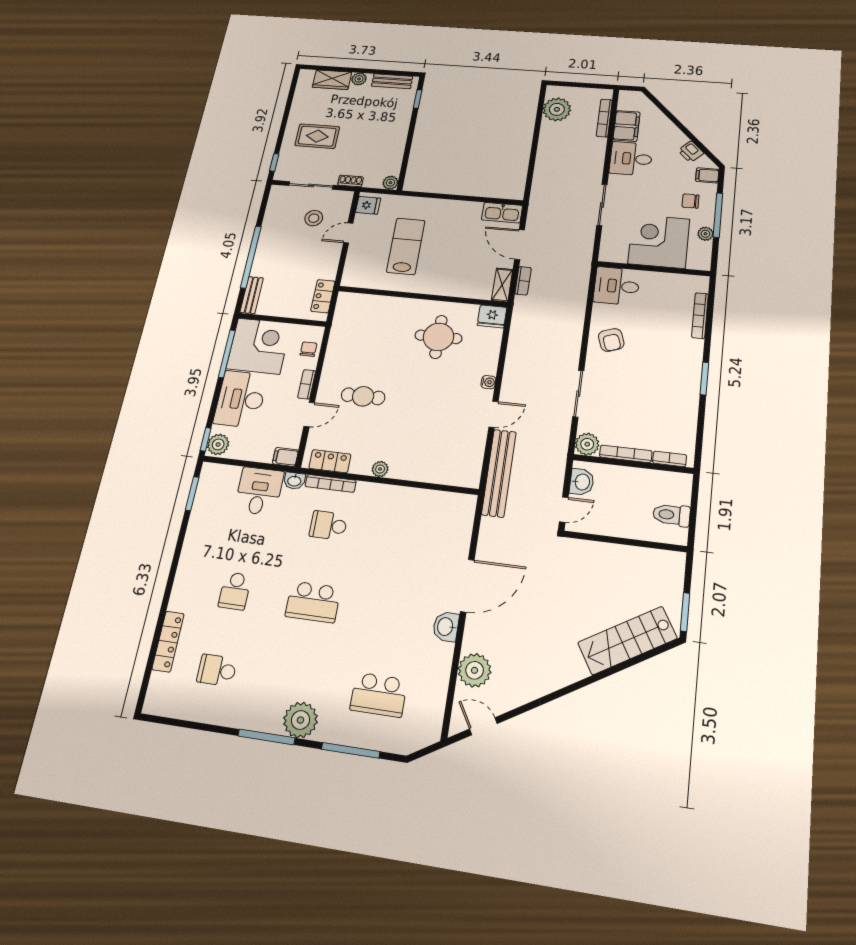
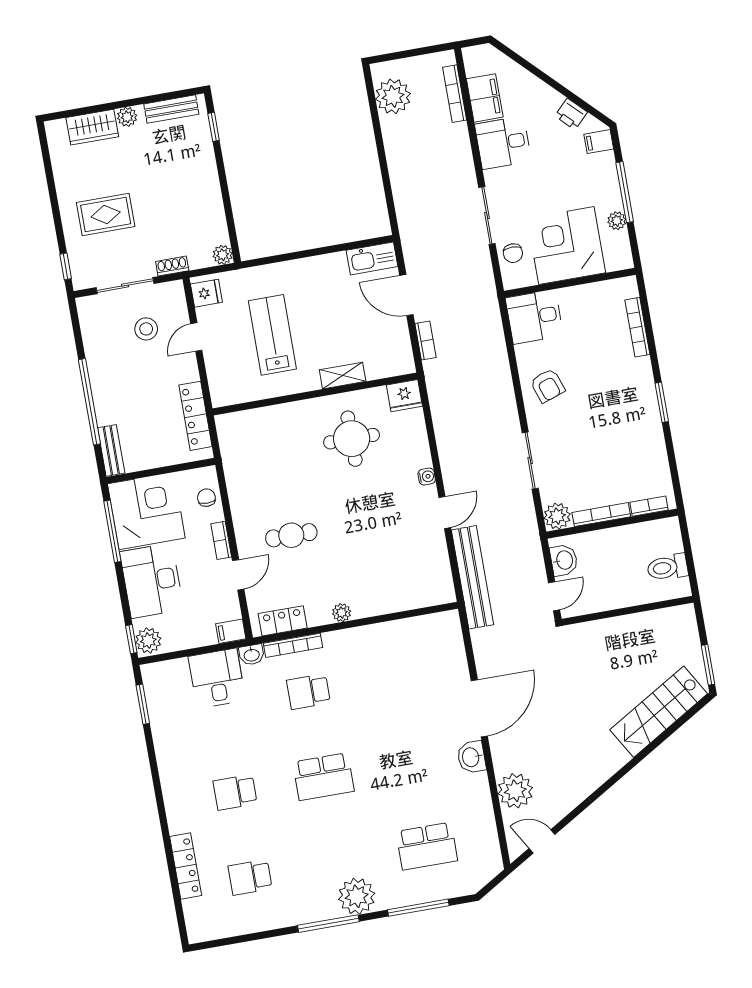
chair: (691, 201) -> (513, 253), moved, turned -90
shelving: (502, 285) -> (343, 376), moved, turned 90
locker: (323, 296) -> (195, 416), width x1.53
school desk: (235, 591) -> (235, 792), turned 90

